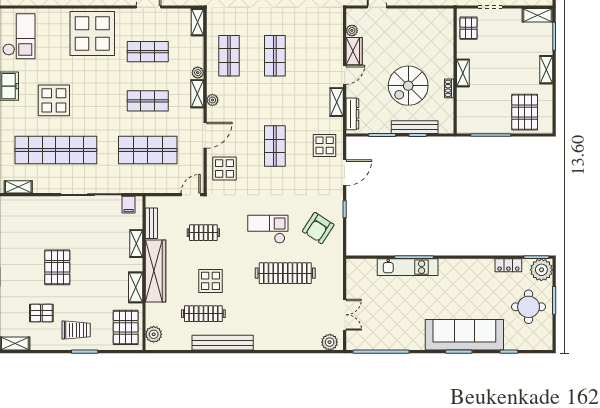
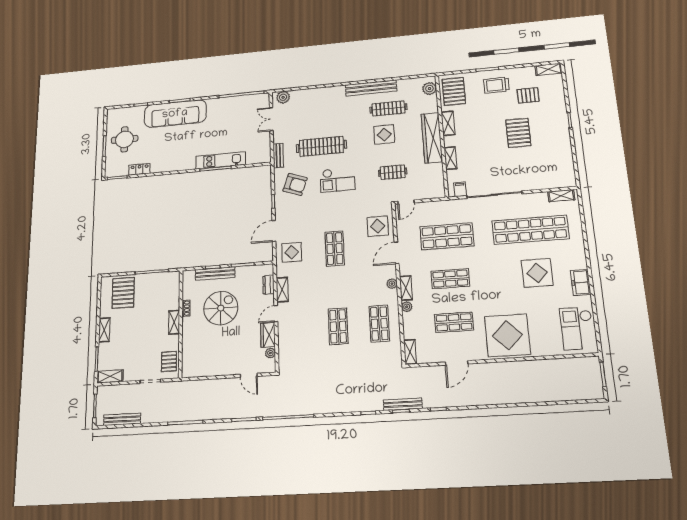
dresser: (352, 114) -> (268, 285), width x0.70
bench: (151, 223) -> (278, 156), moved
armchair: (318, 228) -> (295, 184), turned 77
plant: (541, 270) -> (113, 168), removed

